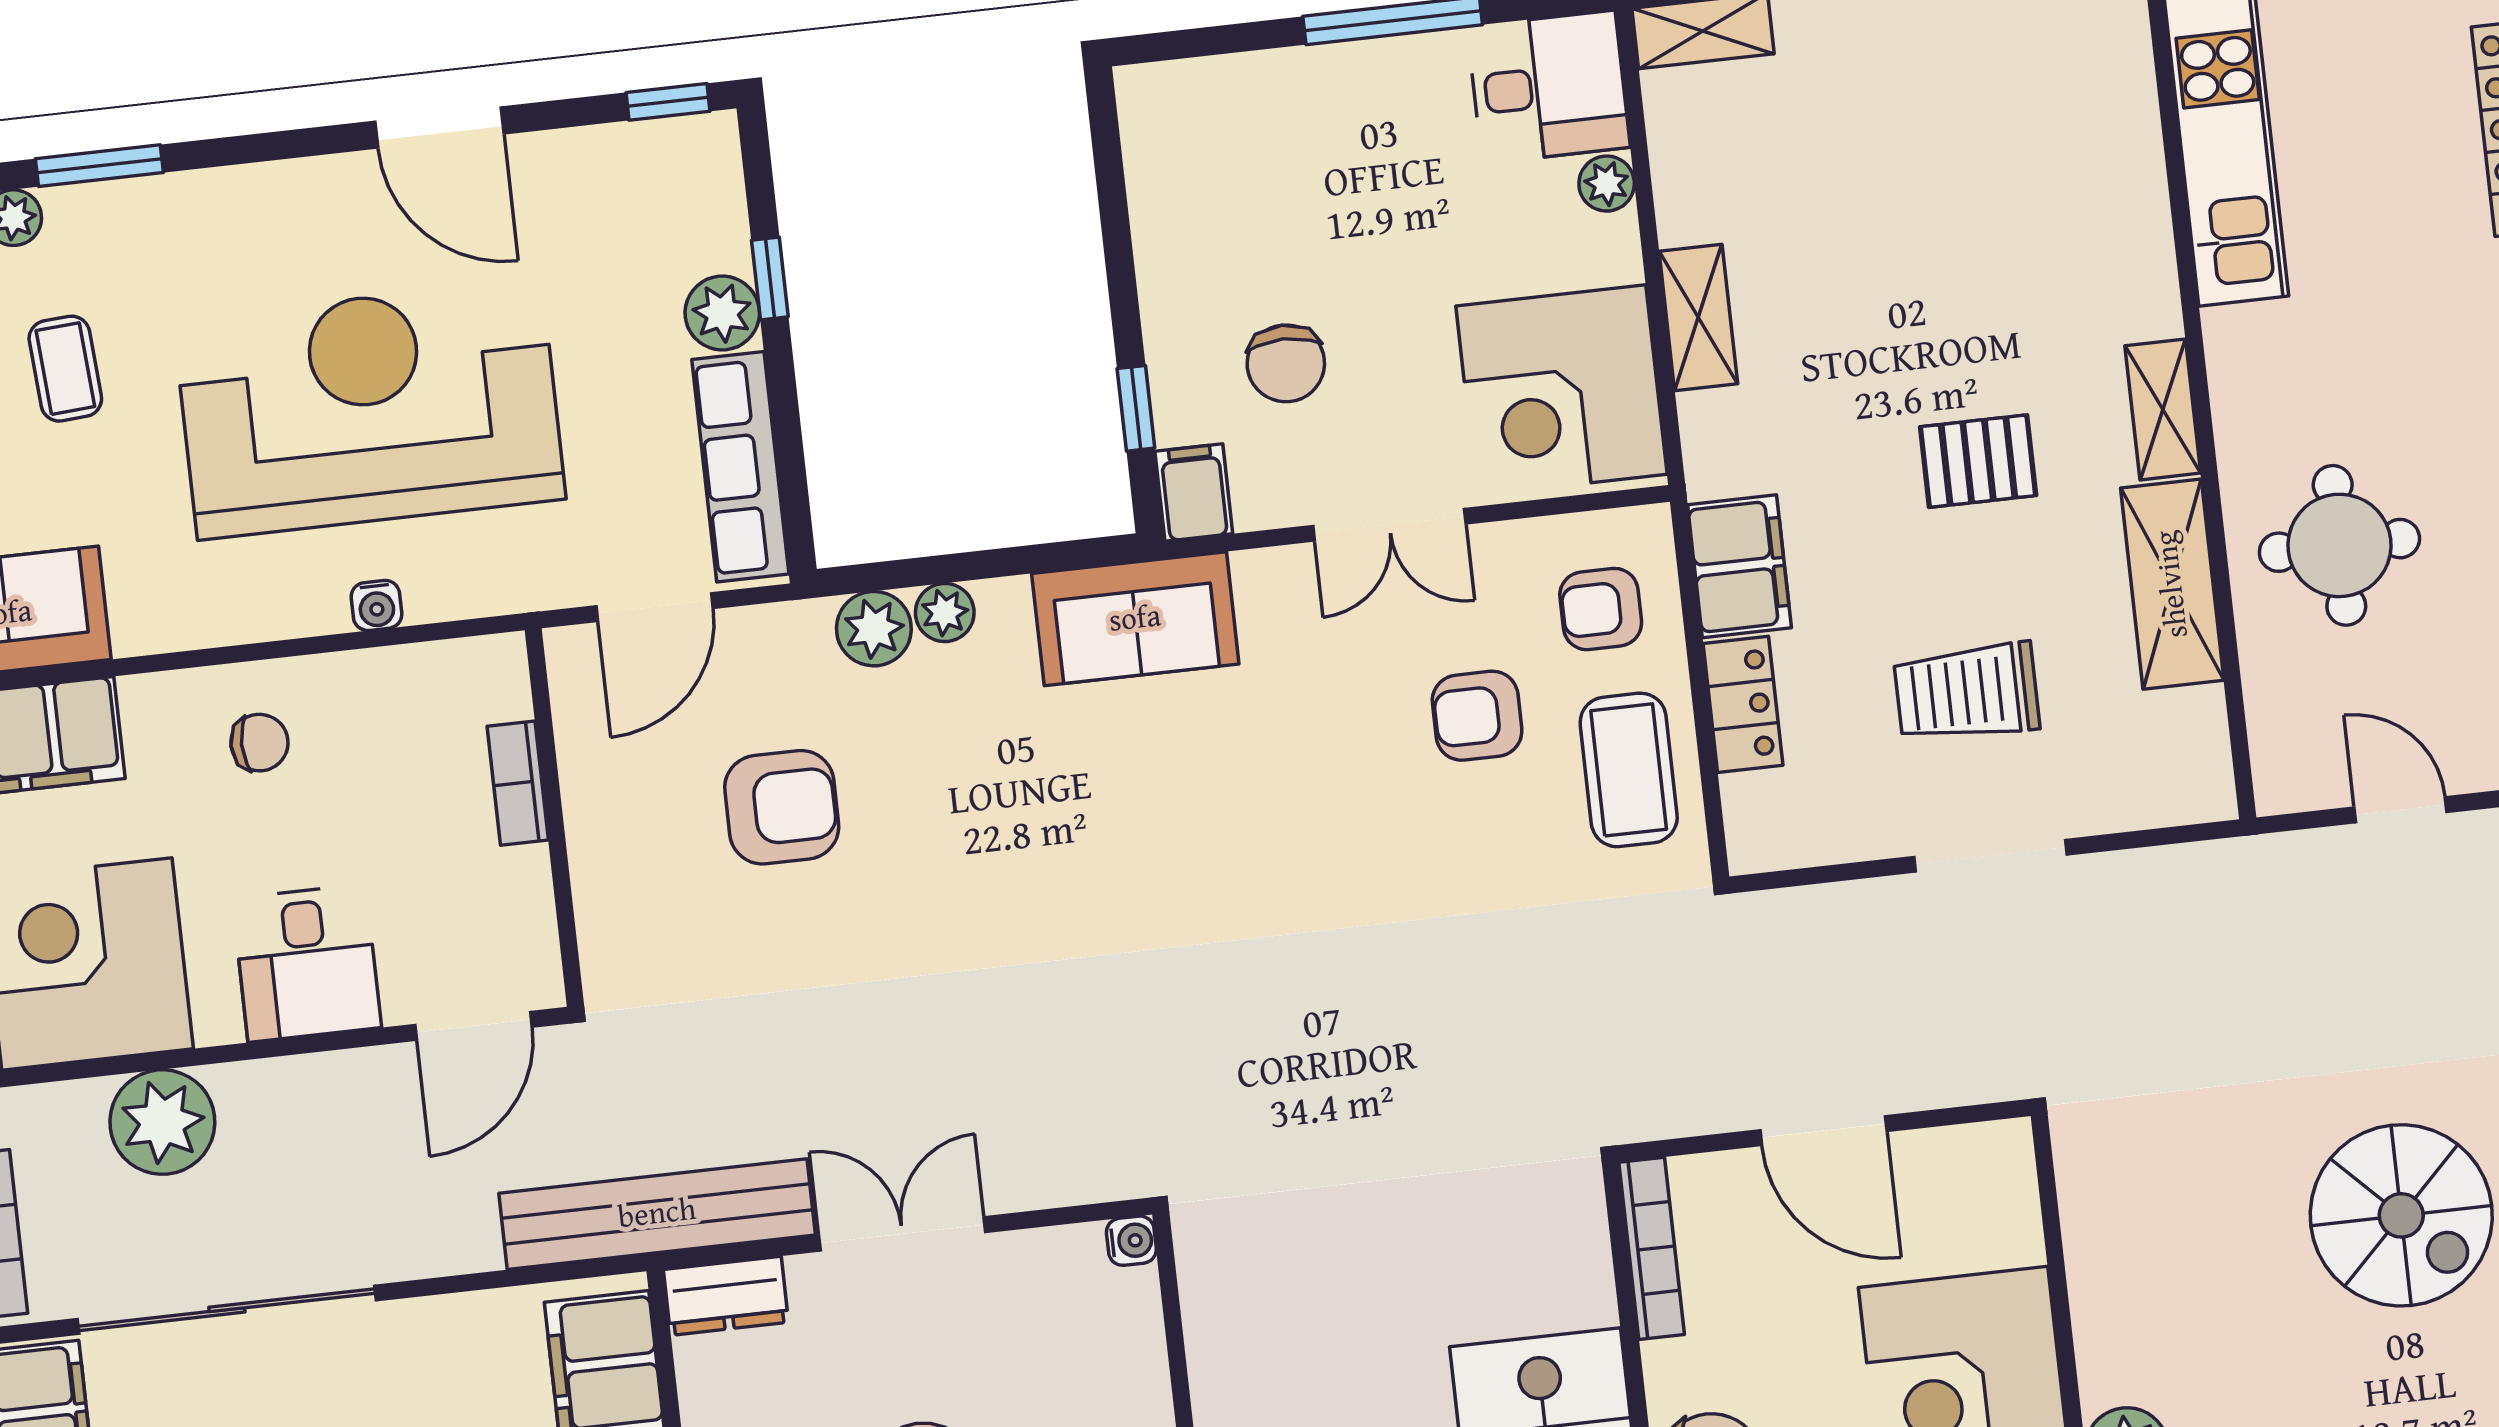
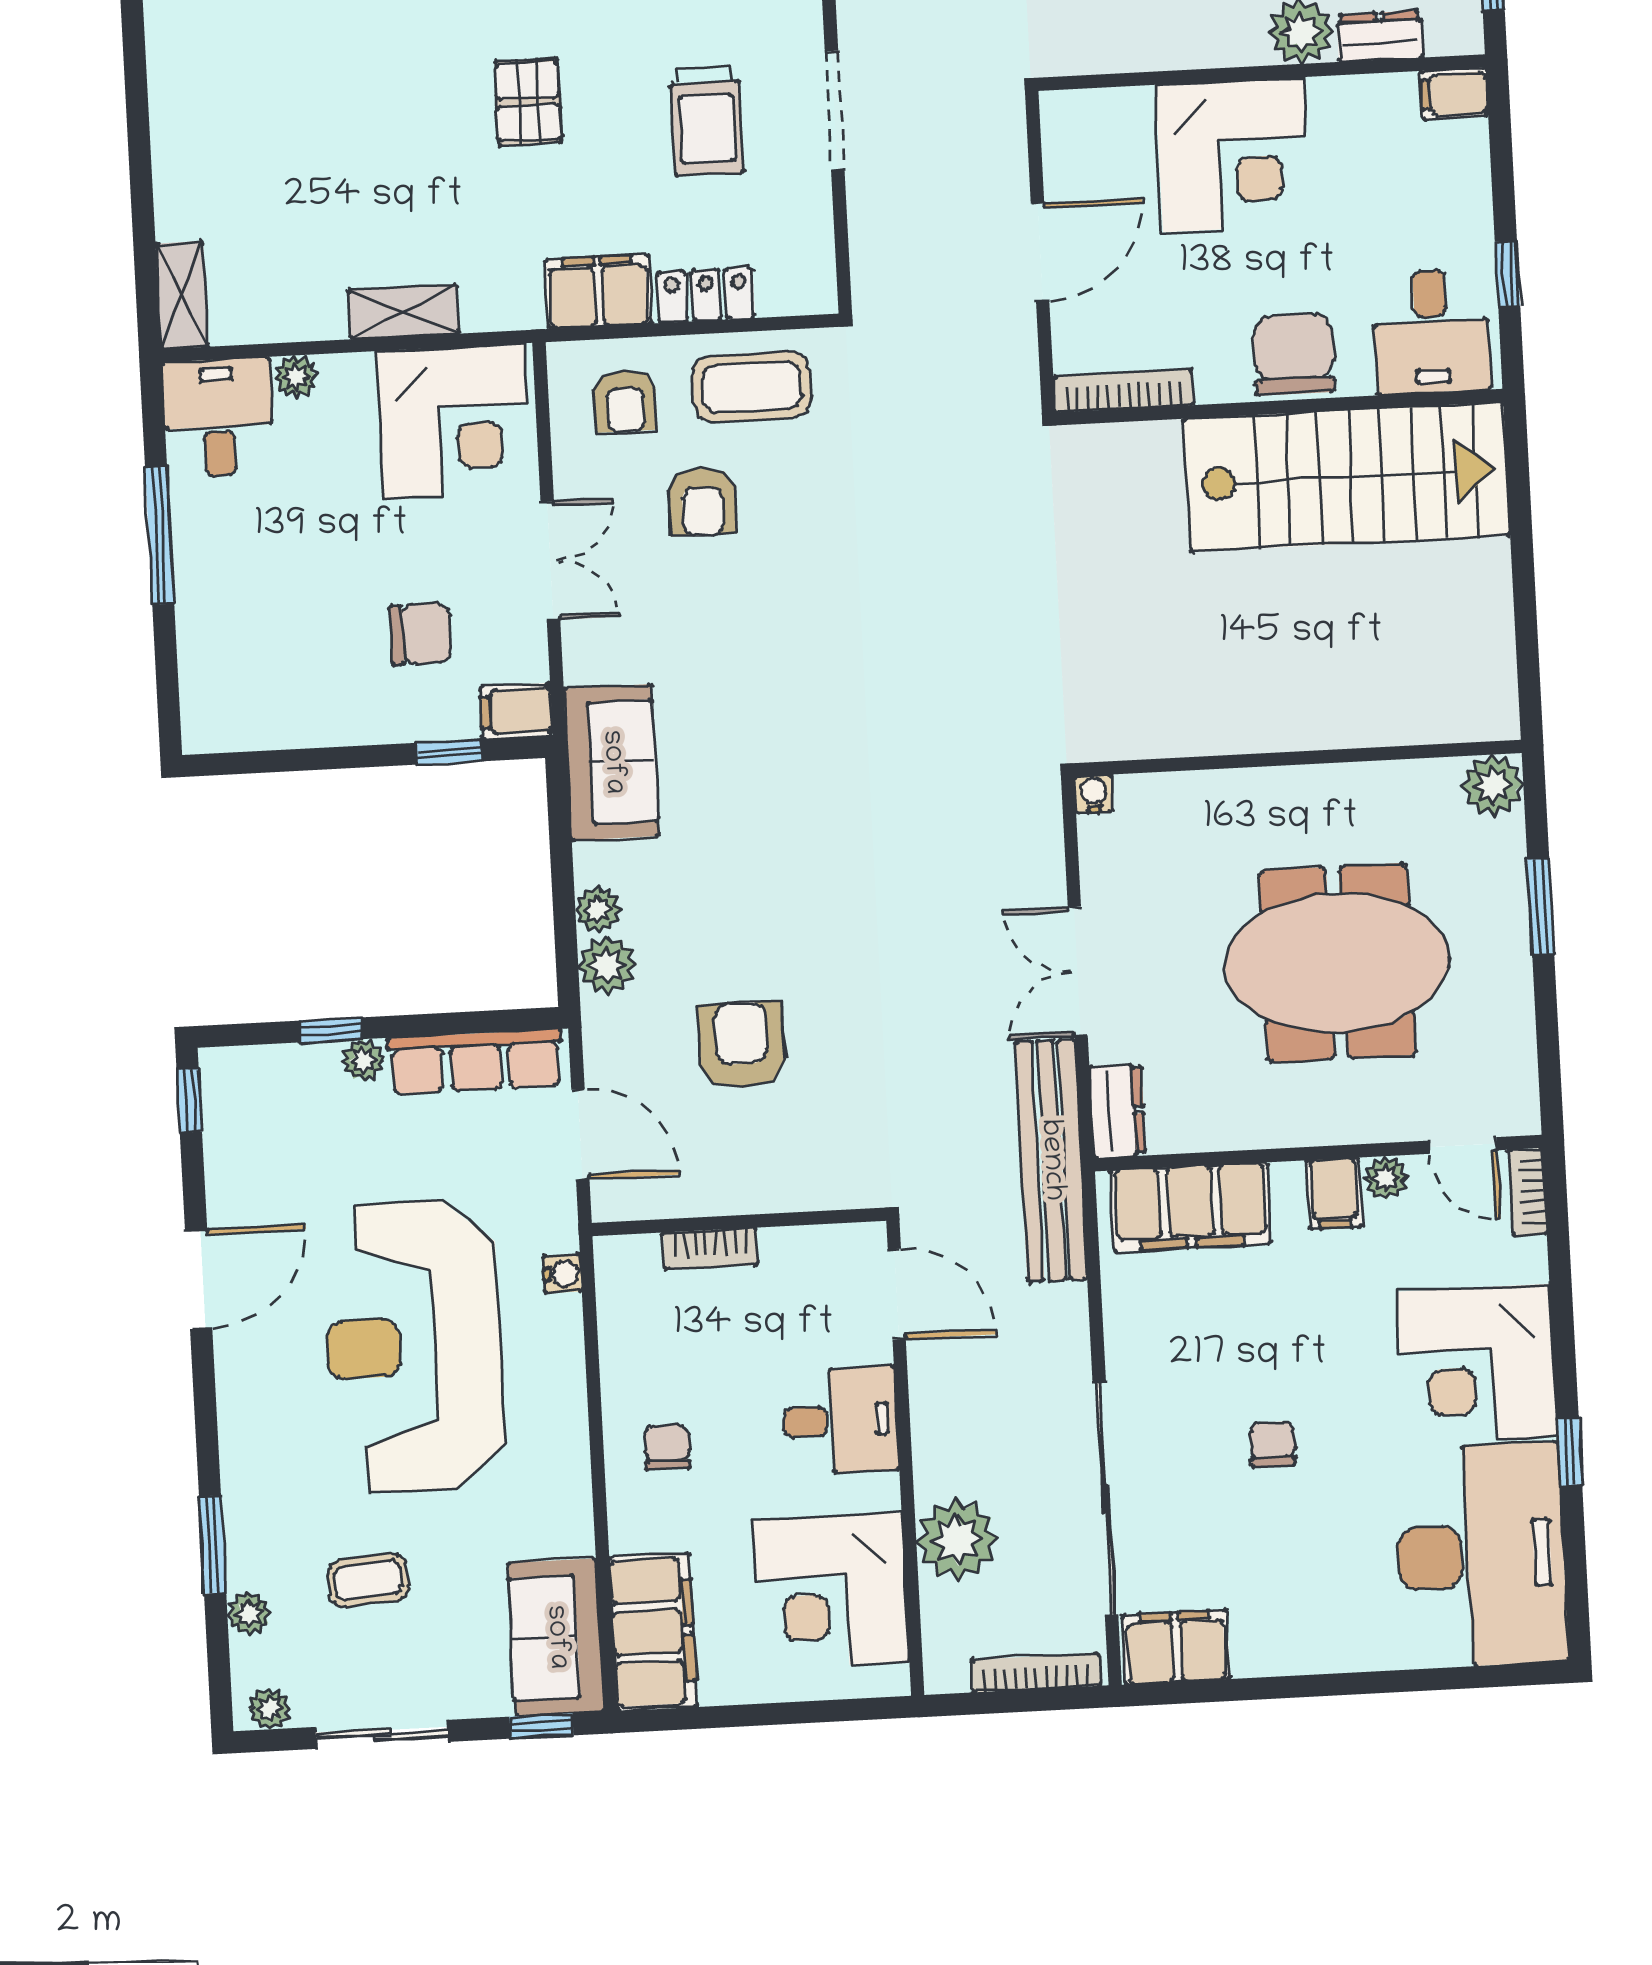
plant: (722, 313) -> (363, 1060), width x0.73, depth x0.73
water cooler: (376, 605) -> (562, 1274), moved

